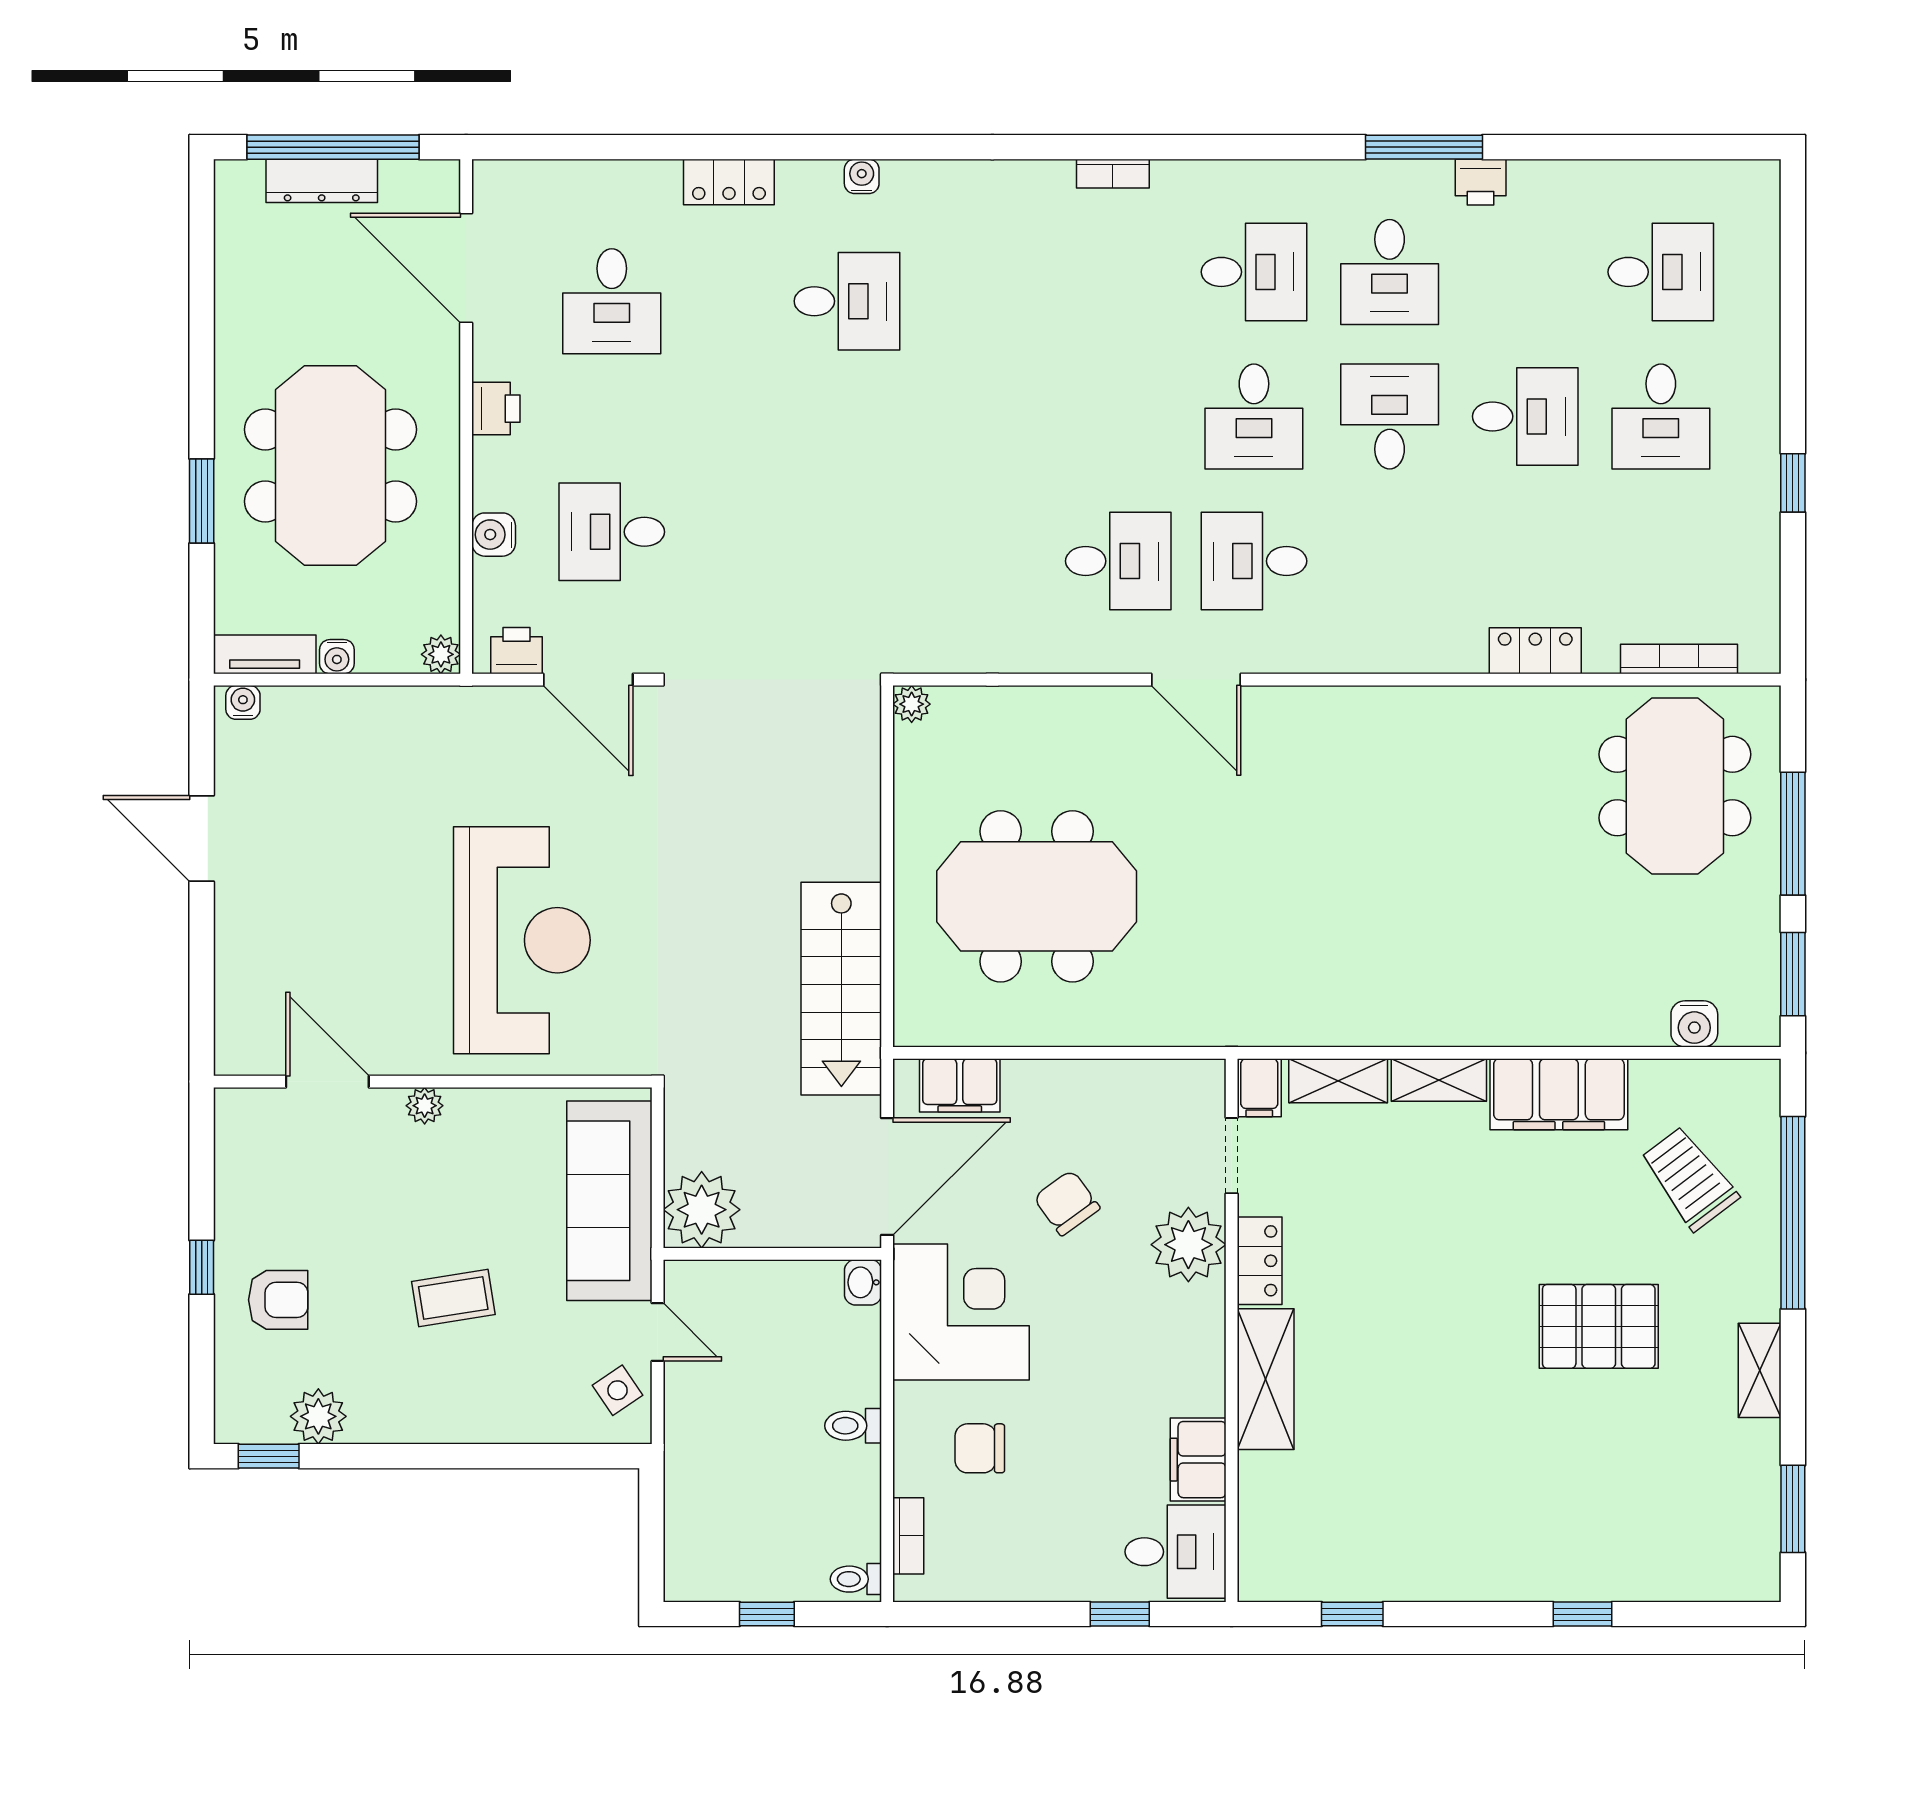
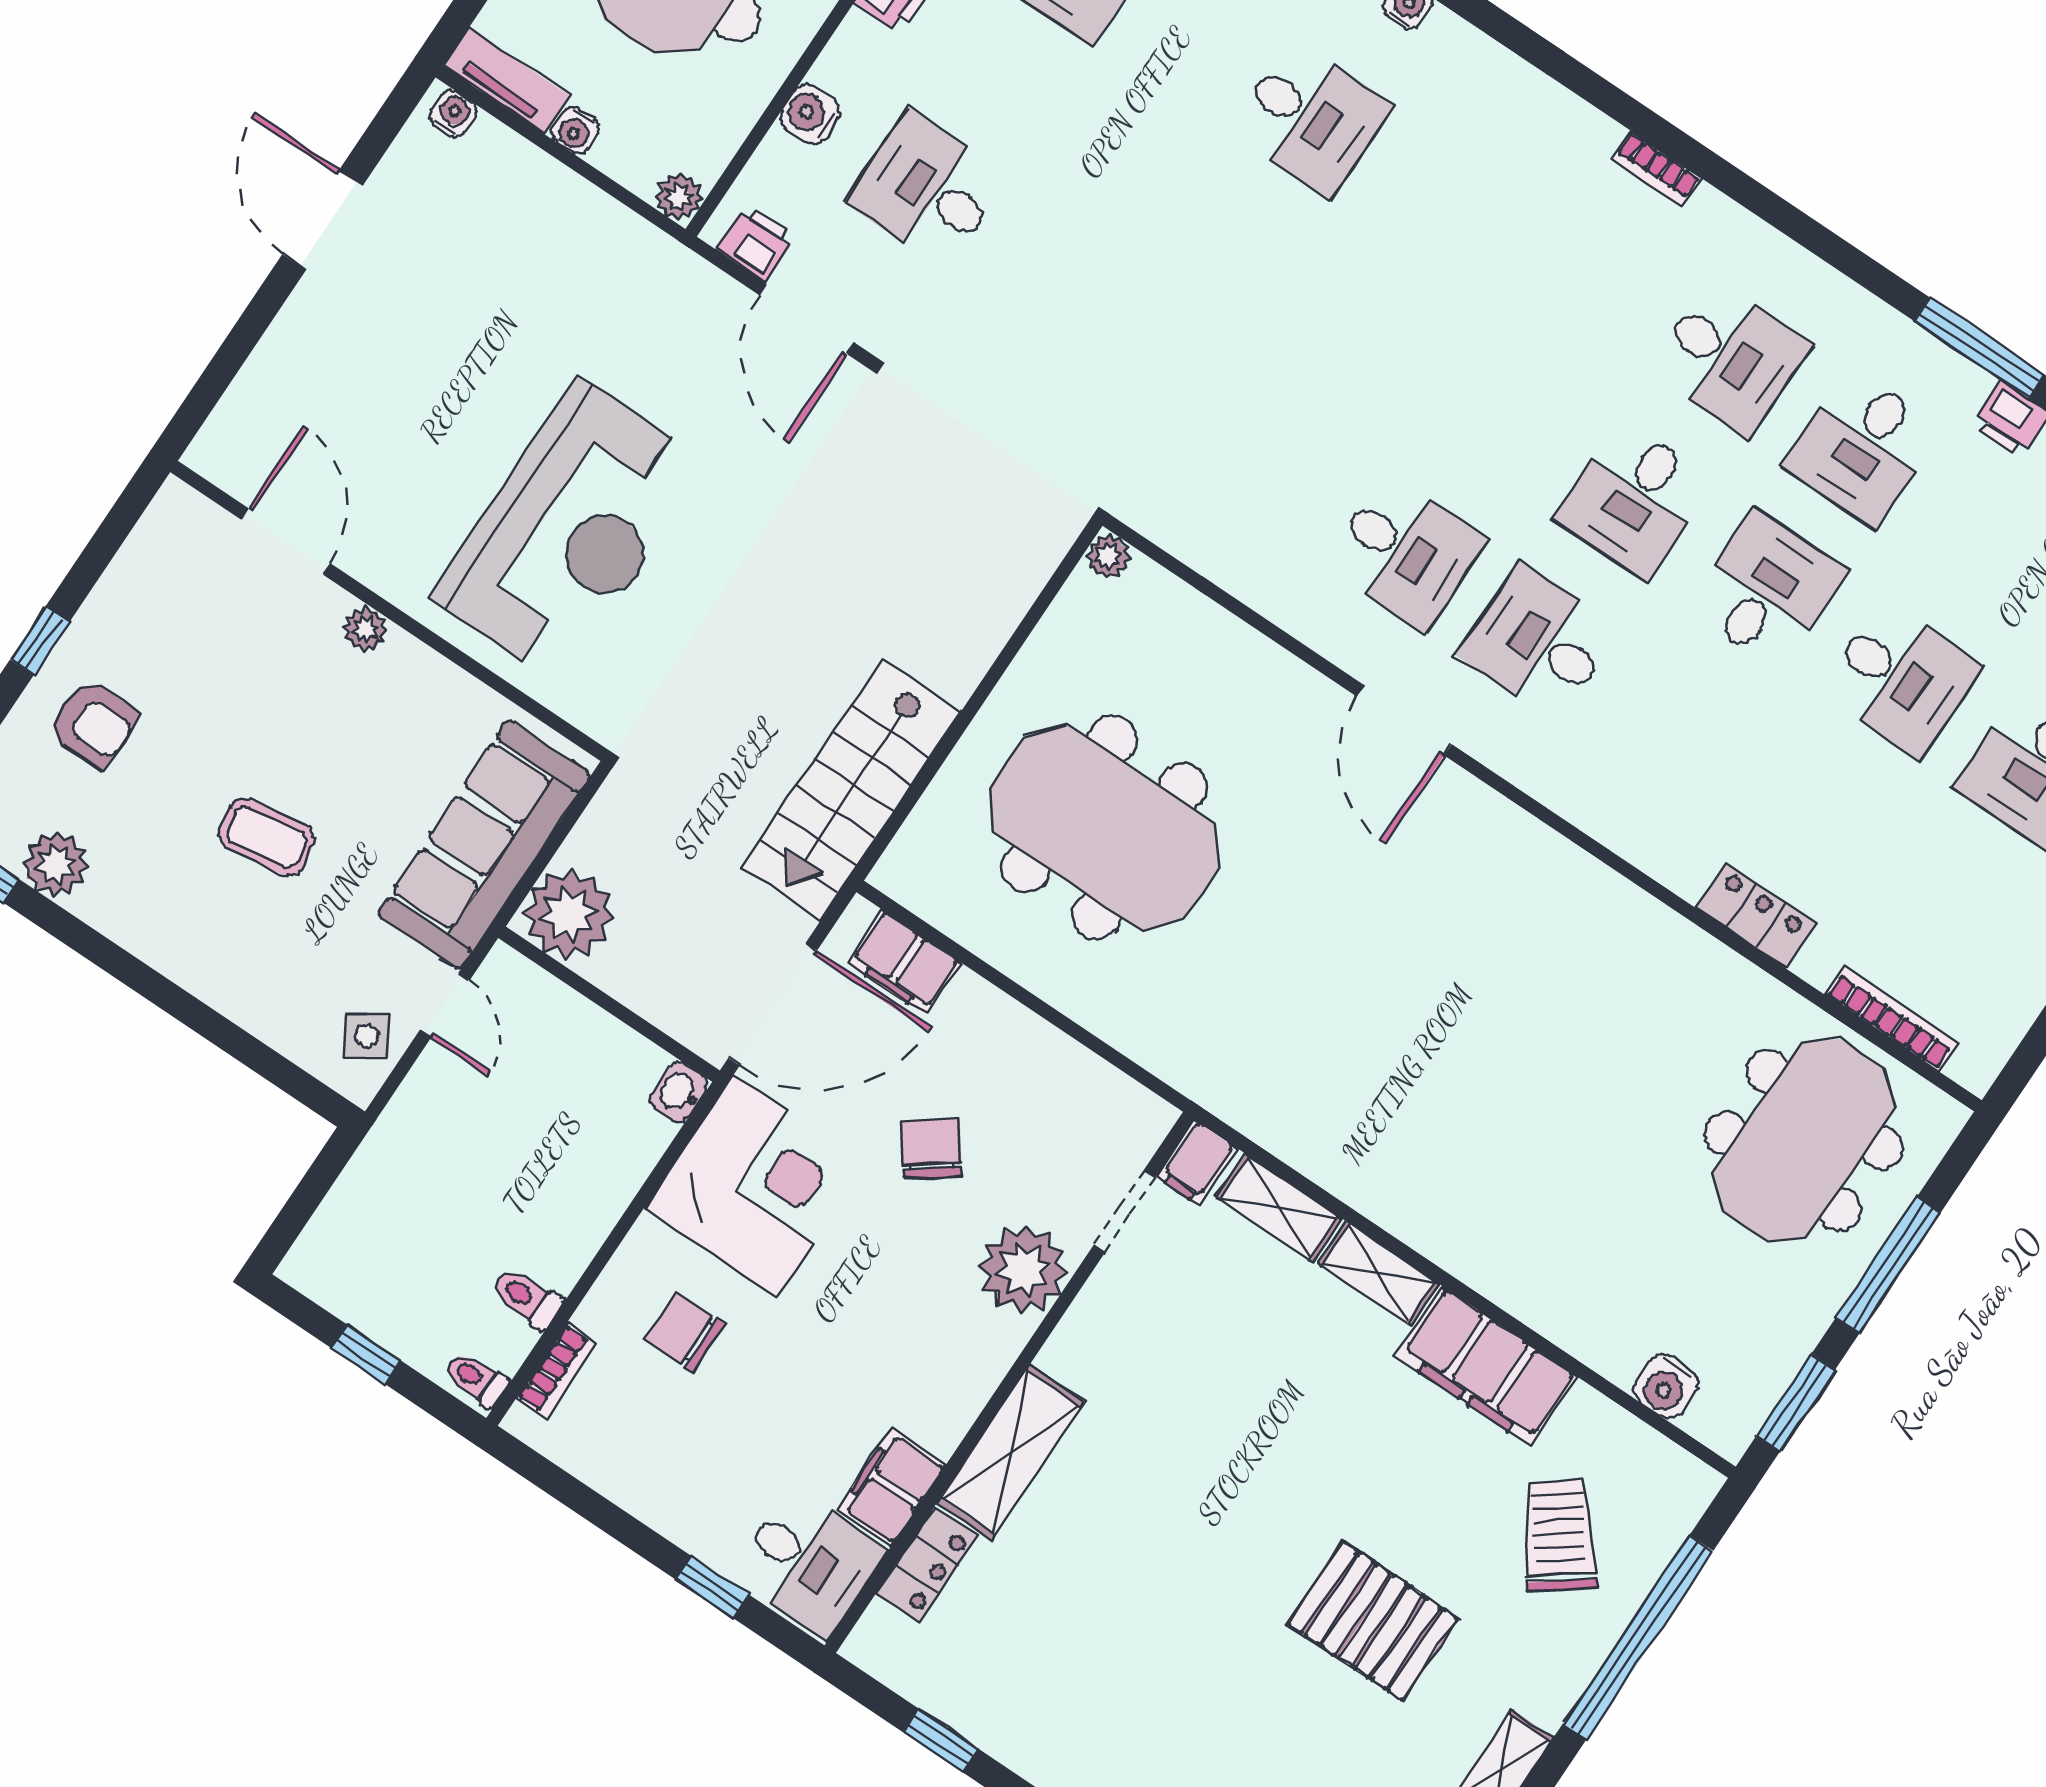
locker: (1260, 1261) -> (927, 1565), moved
toilet: (853, 1426) -> (527, 1298), moved

